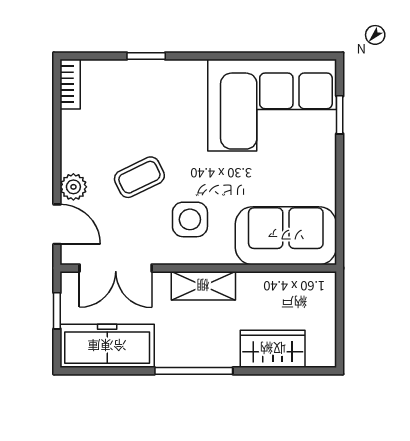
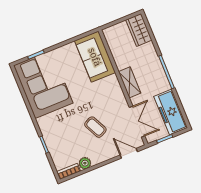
plant: (73, 187) -> (85, 163), moved
side table: (190, 219) -> (104, 99), removed
door: (57, 224) -> (129, 153), hinge flipped
wardrobe: (273, 349) -> (139, 30), moved

